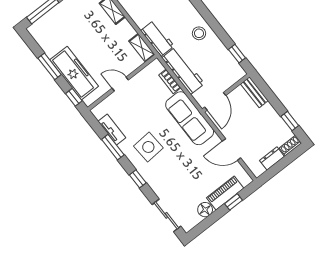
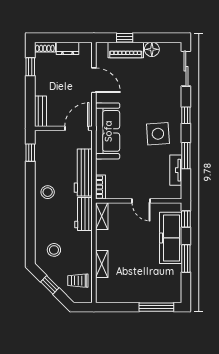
bookcase: (170, 81) -> (100, 187), moved

